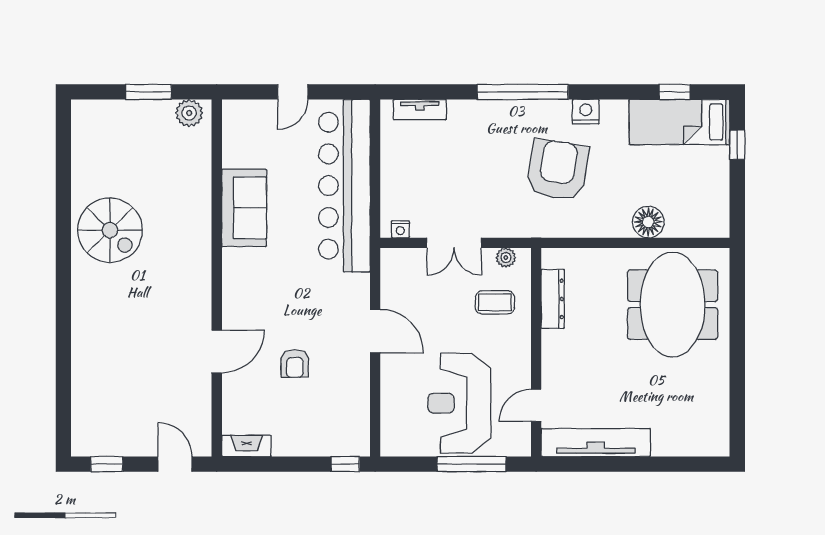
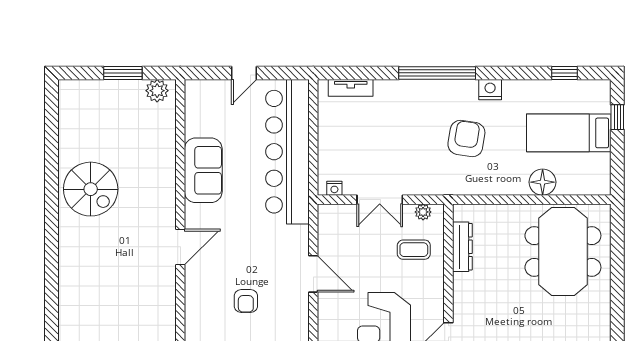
bed: (680, 122) -> (569, 133), moved
armchair: (558, 170) -> (466, 138), width x0.73, depth x0.73
door: (217, 352) -> (180, 247), moved

